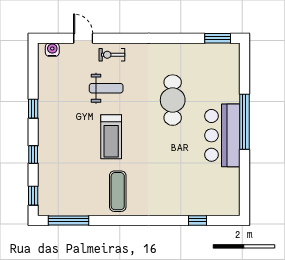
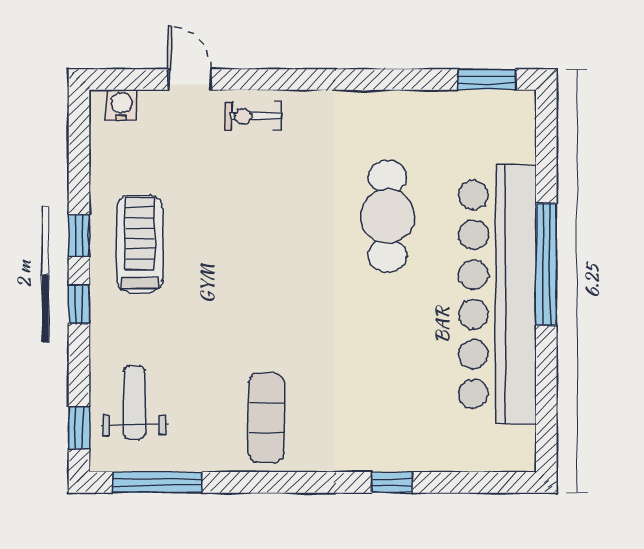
weight bench: (106, 88) -> (134, 403), moved, turned -90
bar counter: (222, 135) -> (497, 294), width x1.86
treadmill: (111, 137) -> (140, 244), moved, turned 180
window: (33, 154) -> (79, 304), moved
window: (197, 220) -> (392, 482), moved

